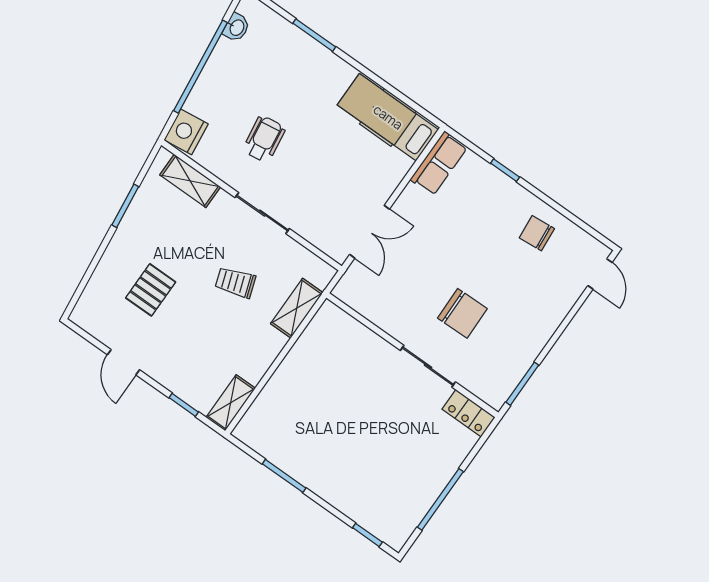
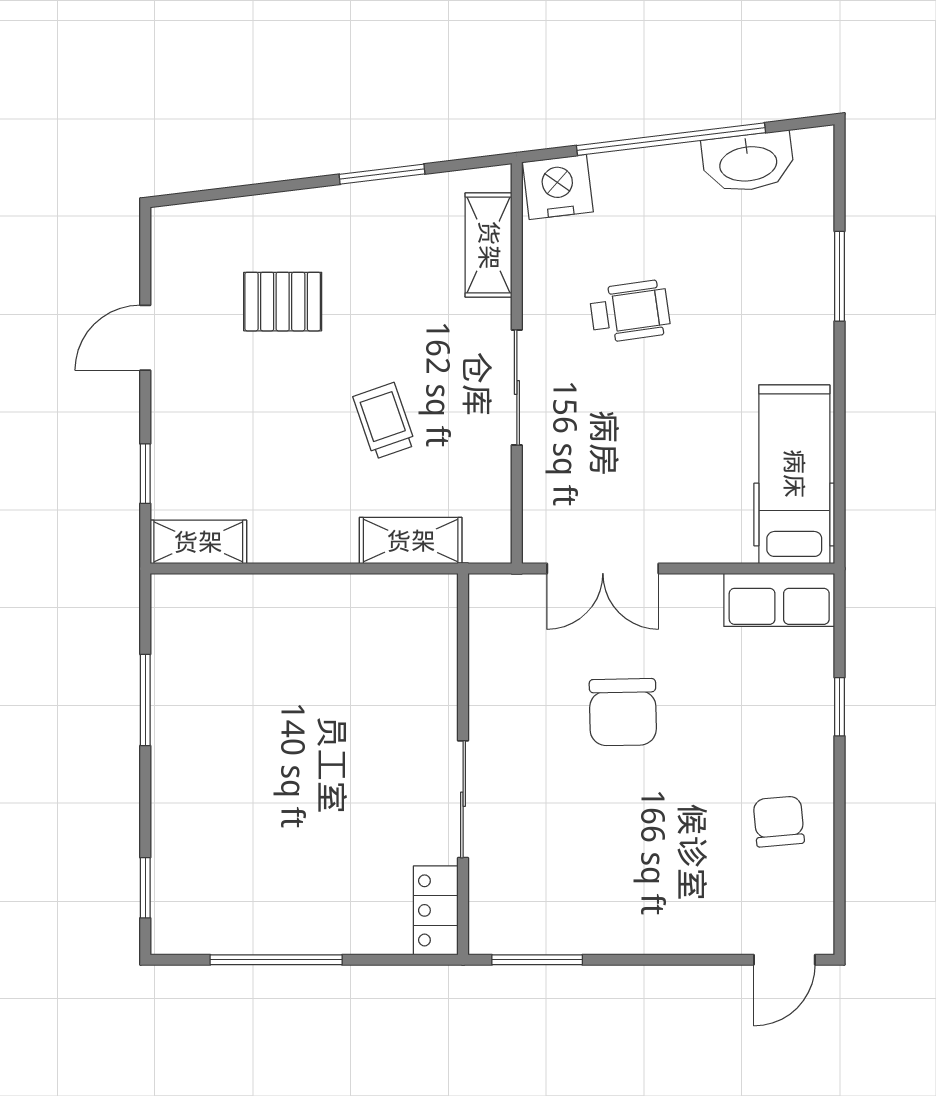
washbasin: (236, 27) -> (748, 162), width x1.91, depth x1.45
chair: (462, 313) -> (623, 712), moved

